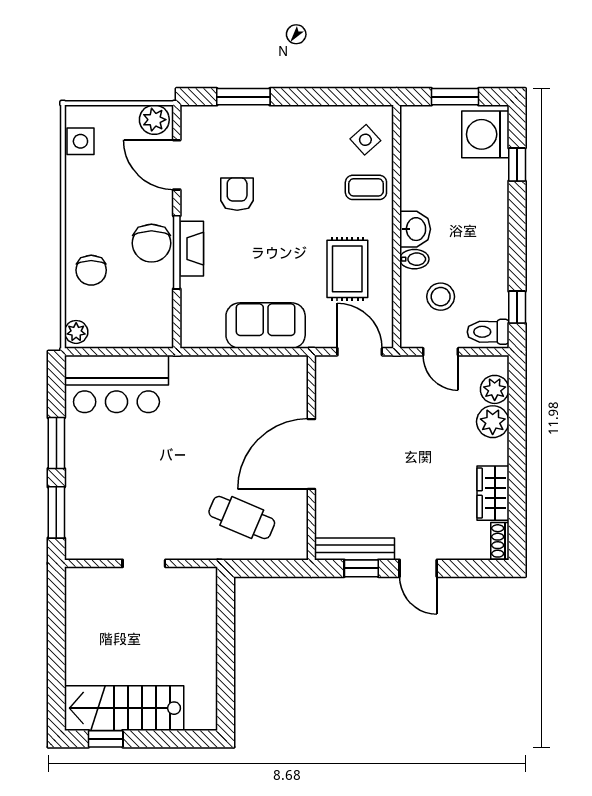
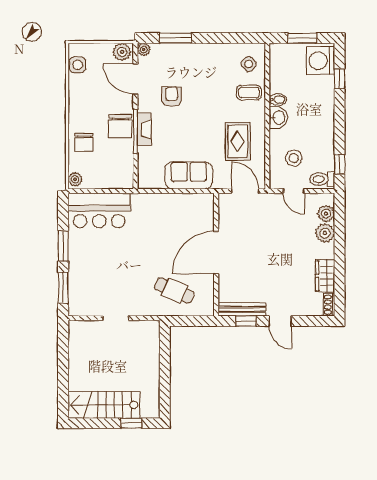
plant: (191, 116) -> (144, 49), added
bidet: (414, 259) -> (278, 100), moved
window: (106, 739) -> (131, 423), moved

